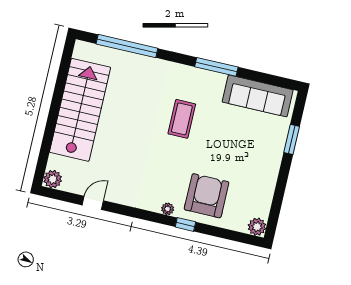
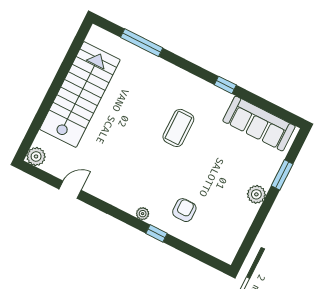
window: (127, 46) -> (142, 43), width x0.68
window: (216, 67) -> (225, 85), width x0.46
armchair: (207, 196) -> (184, 210), width x0.53, depth x0.53
plant: (257, 227) -> (256, 194), moved

